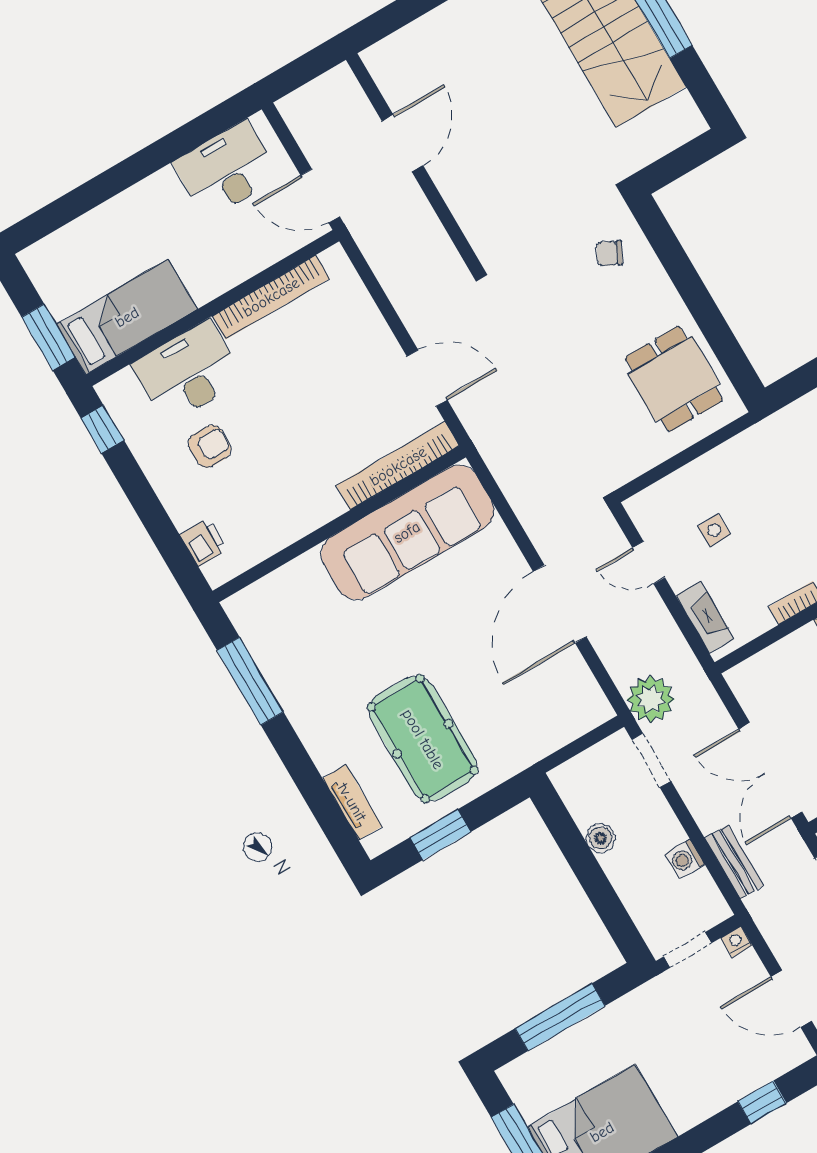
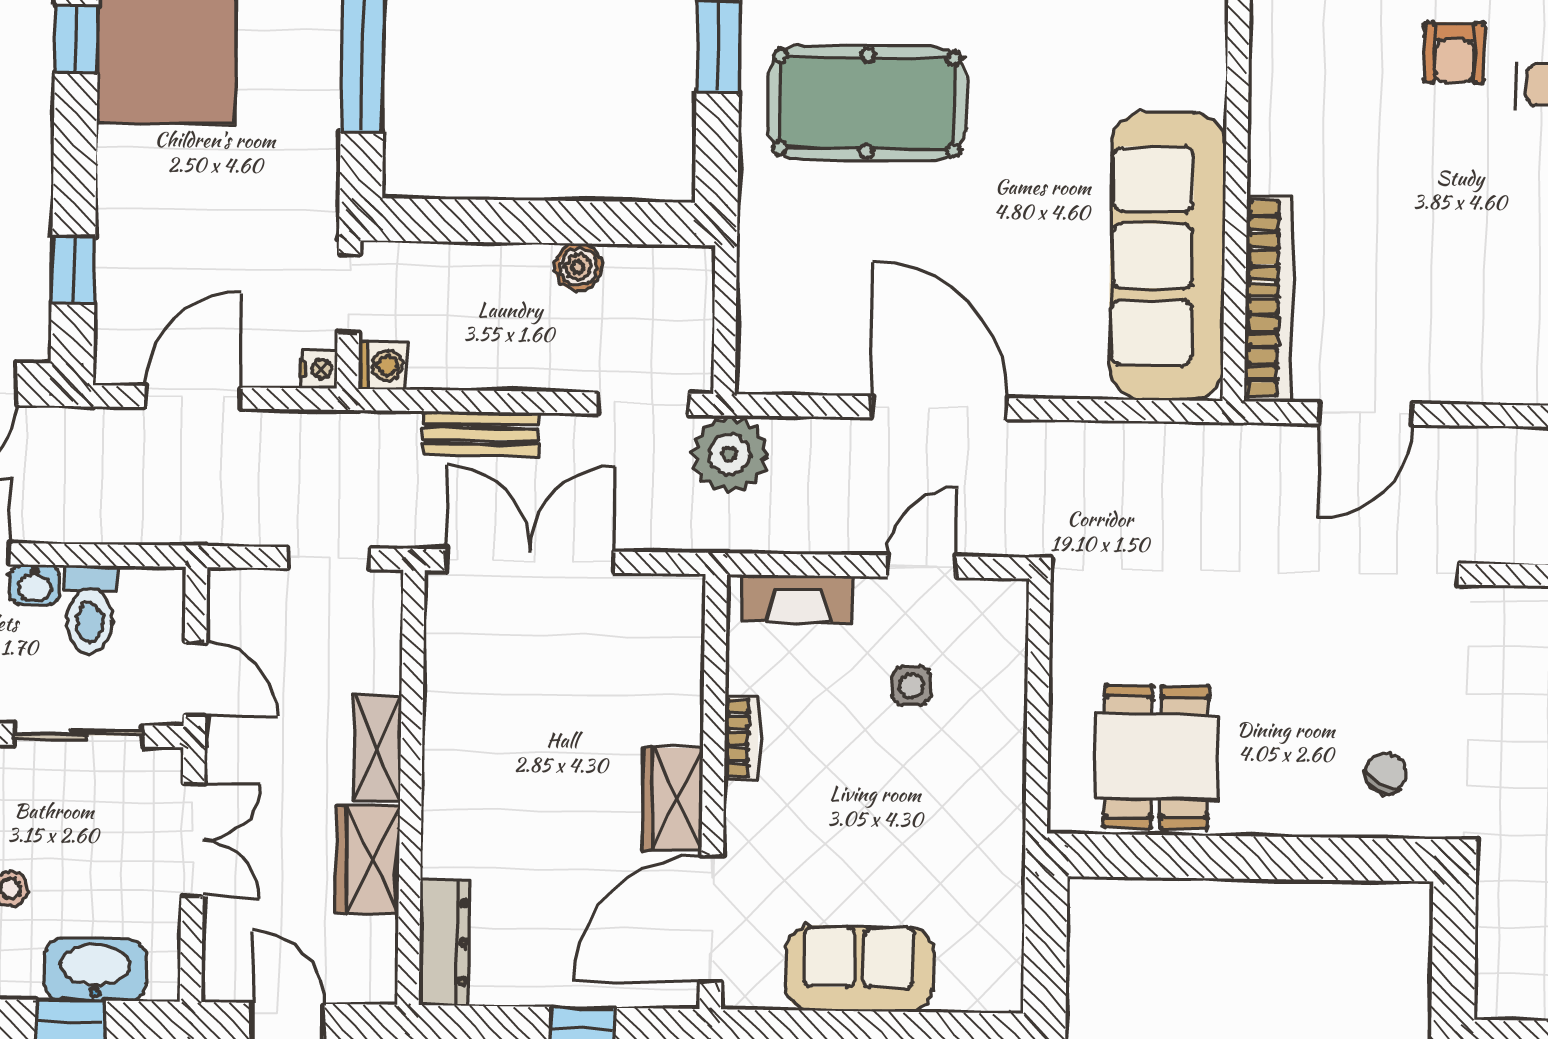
dining table: (674, 379) -> (1156, 757), turned 90
washing machine: (685, 859) -> (382, 365), moved, turned 90
bench: (734, 862) -> (481, 434), moved

